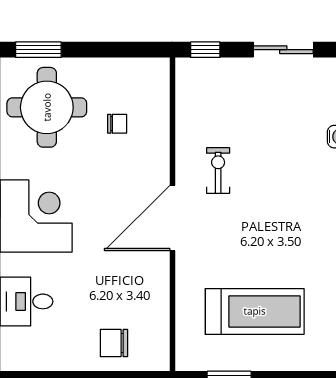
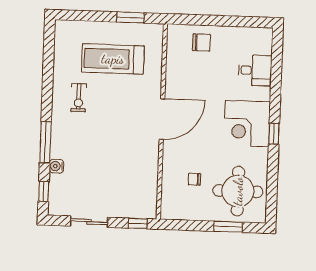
window: (38, 50) -> (228, 227), moved
exercise bike: (218, 171) -> (79, 98), moved

